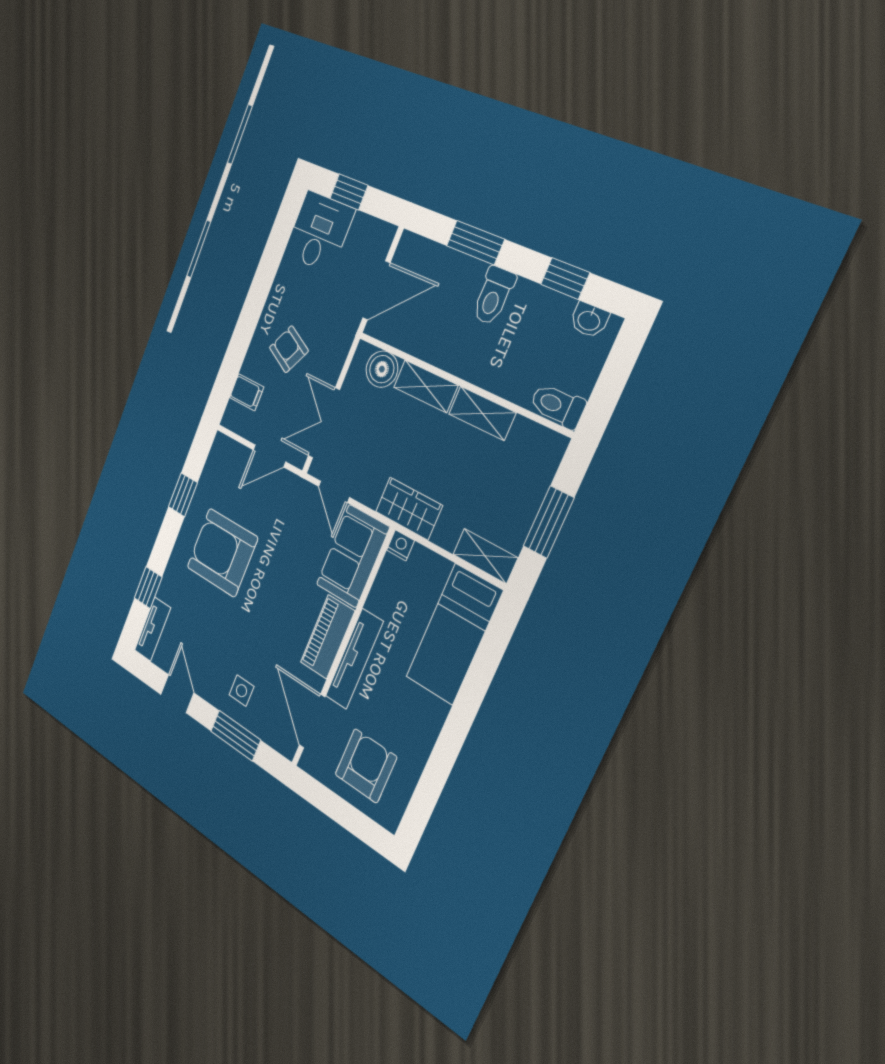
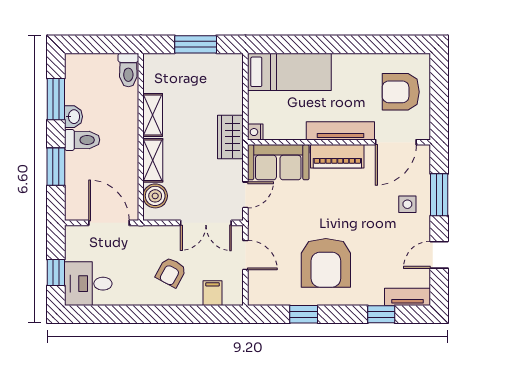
window: (565, 278) -> (56, 99), width x1.50
washbasin: (589, 320) -> (73, 117), moved
shelving: (485, 556) -> (234, 74), removed

